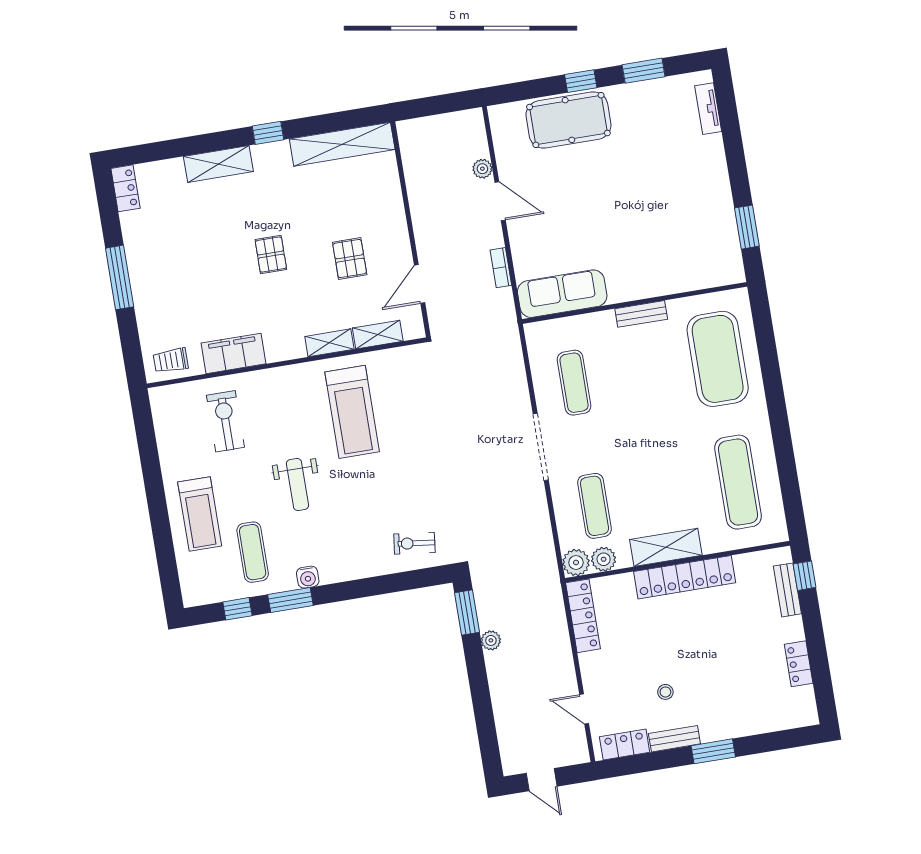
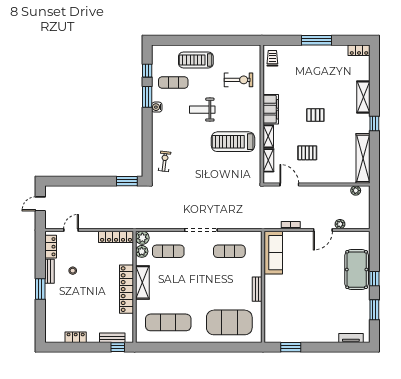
filing cabinet: (234, 353) -> (271, 109), moved
plant: (491, 640) -> (356, 191), moved

